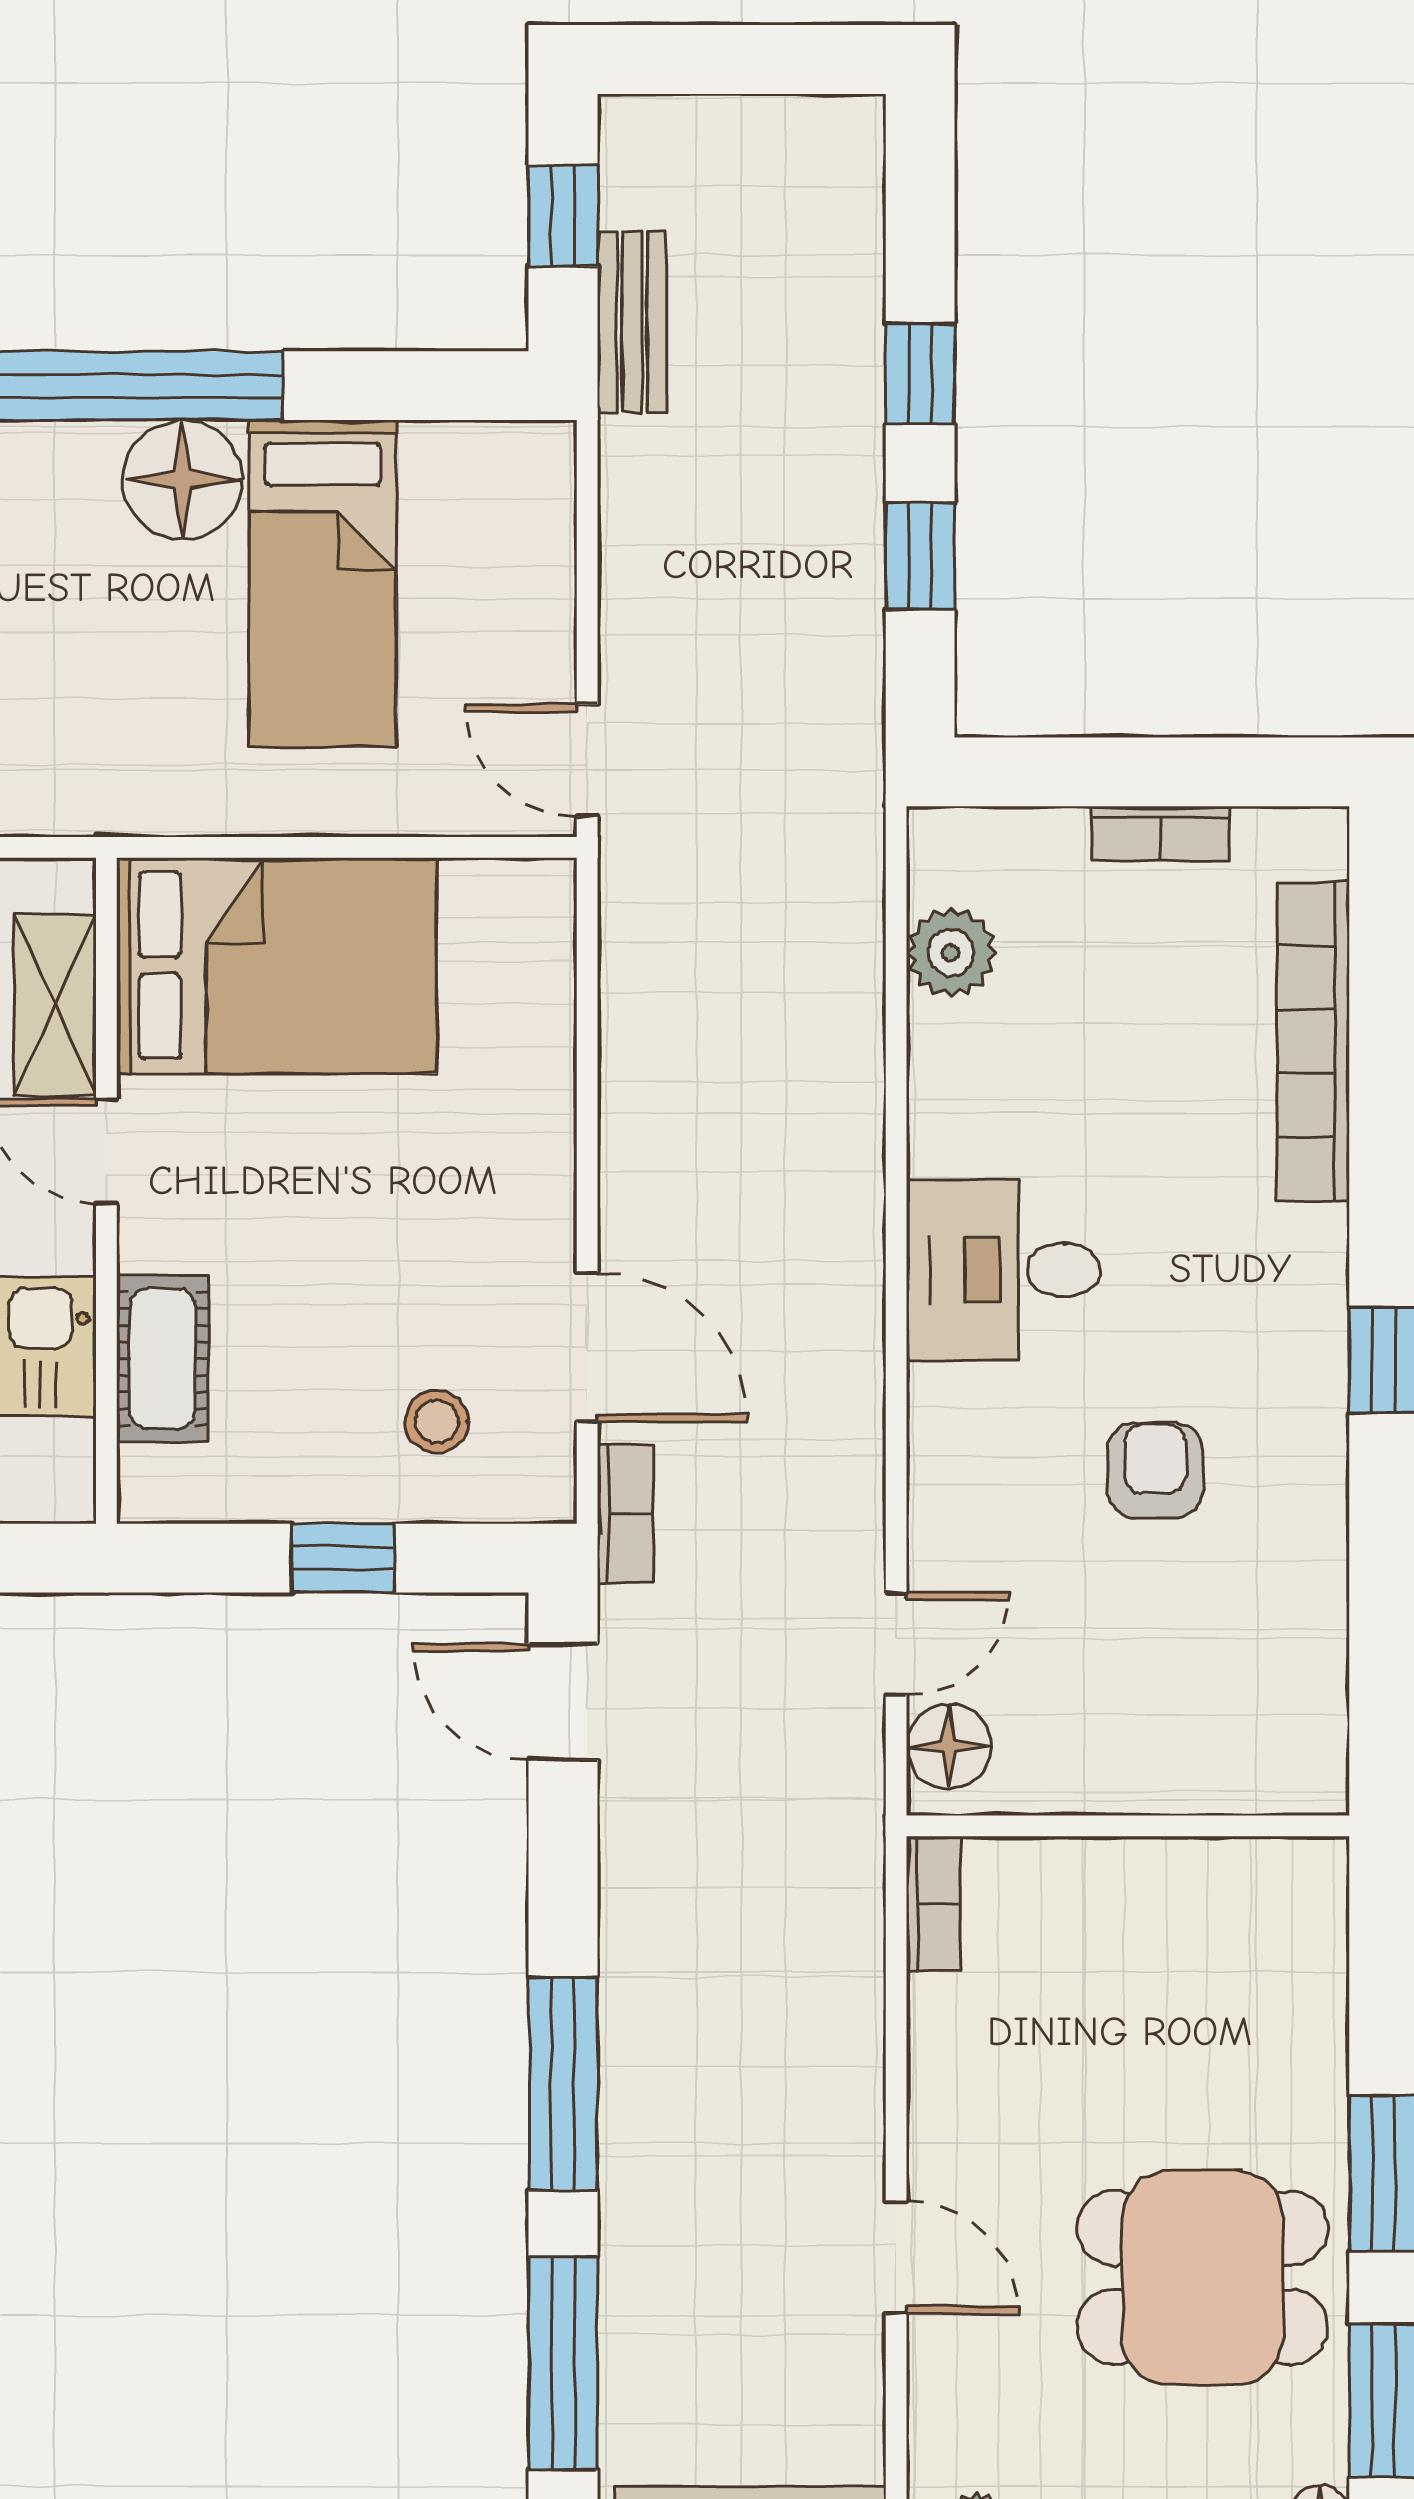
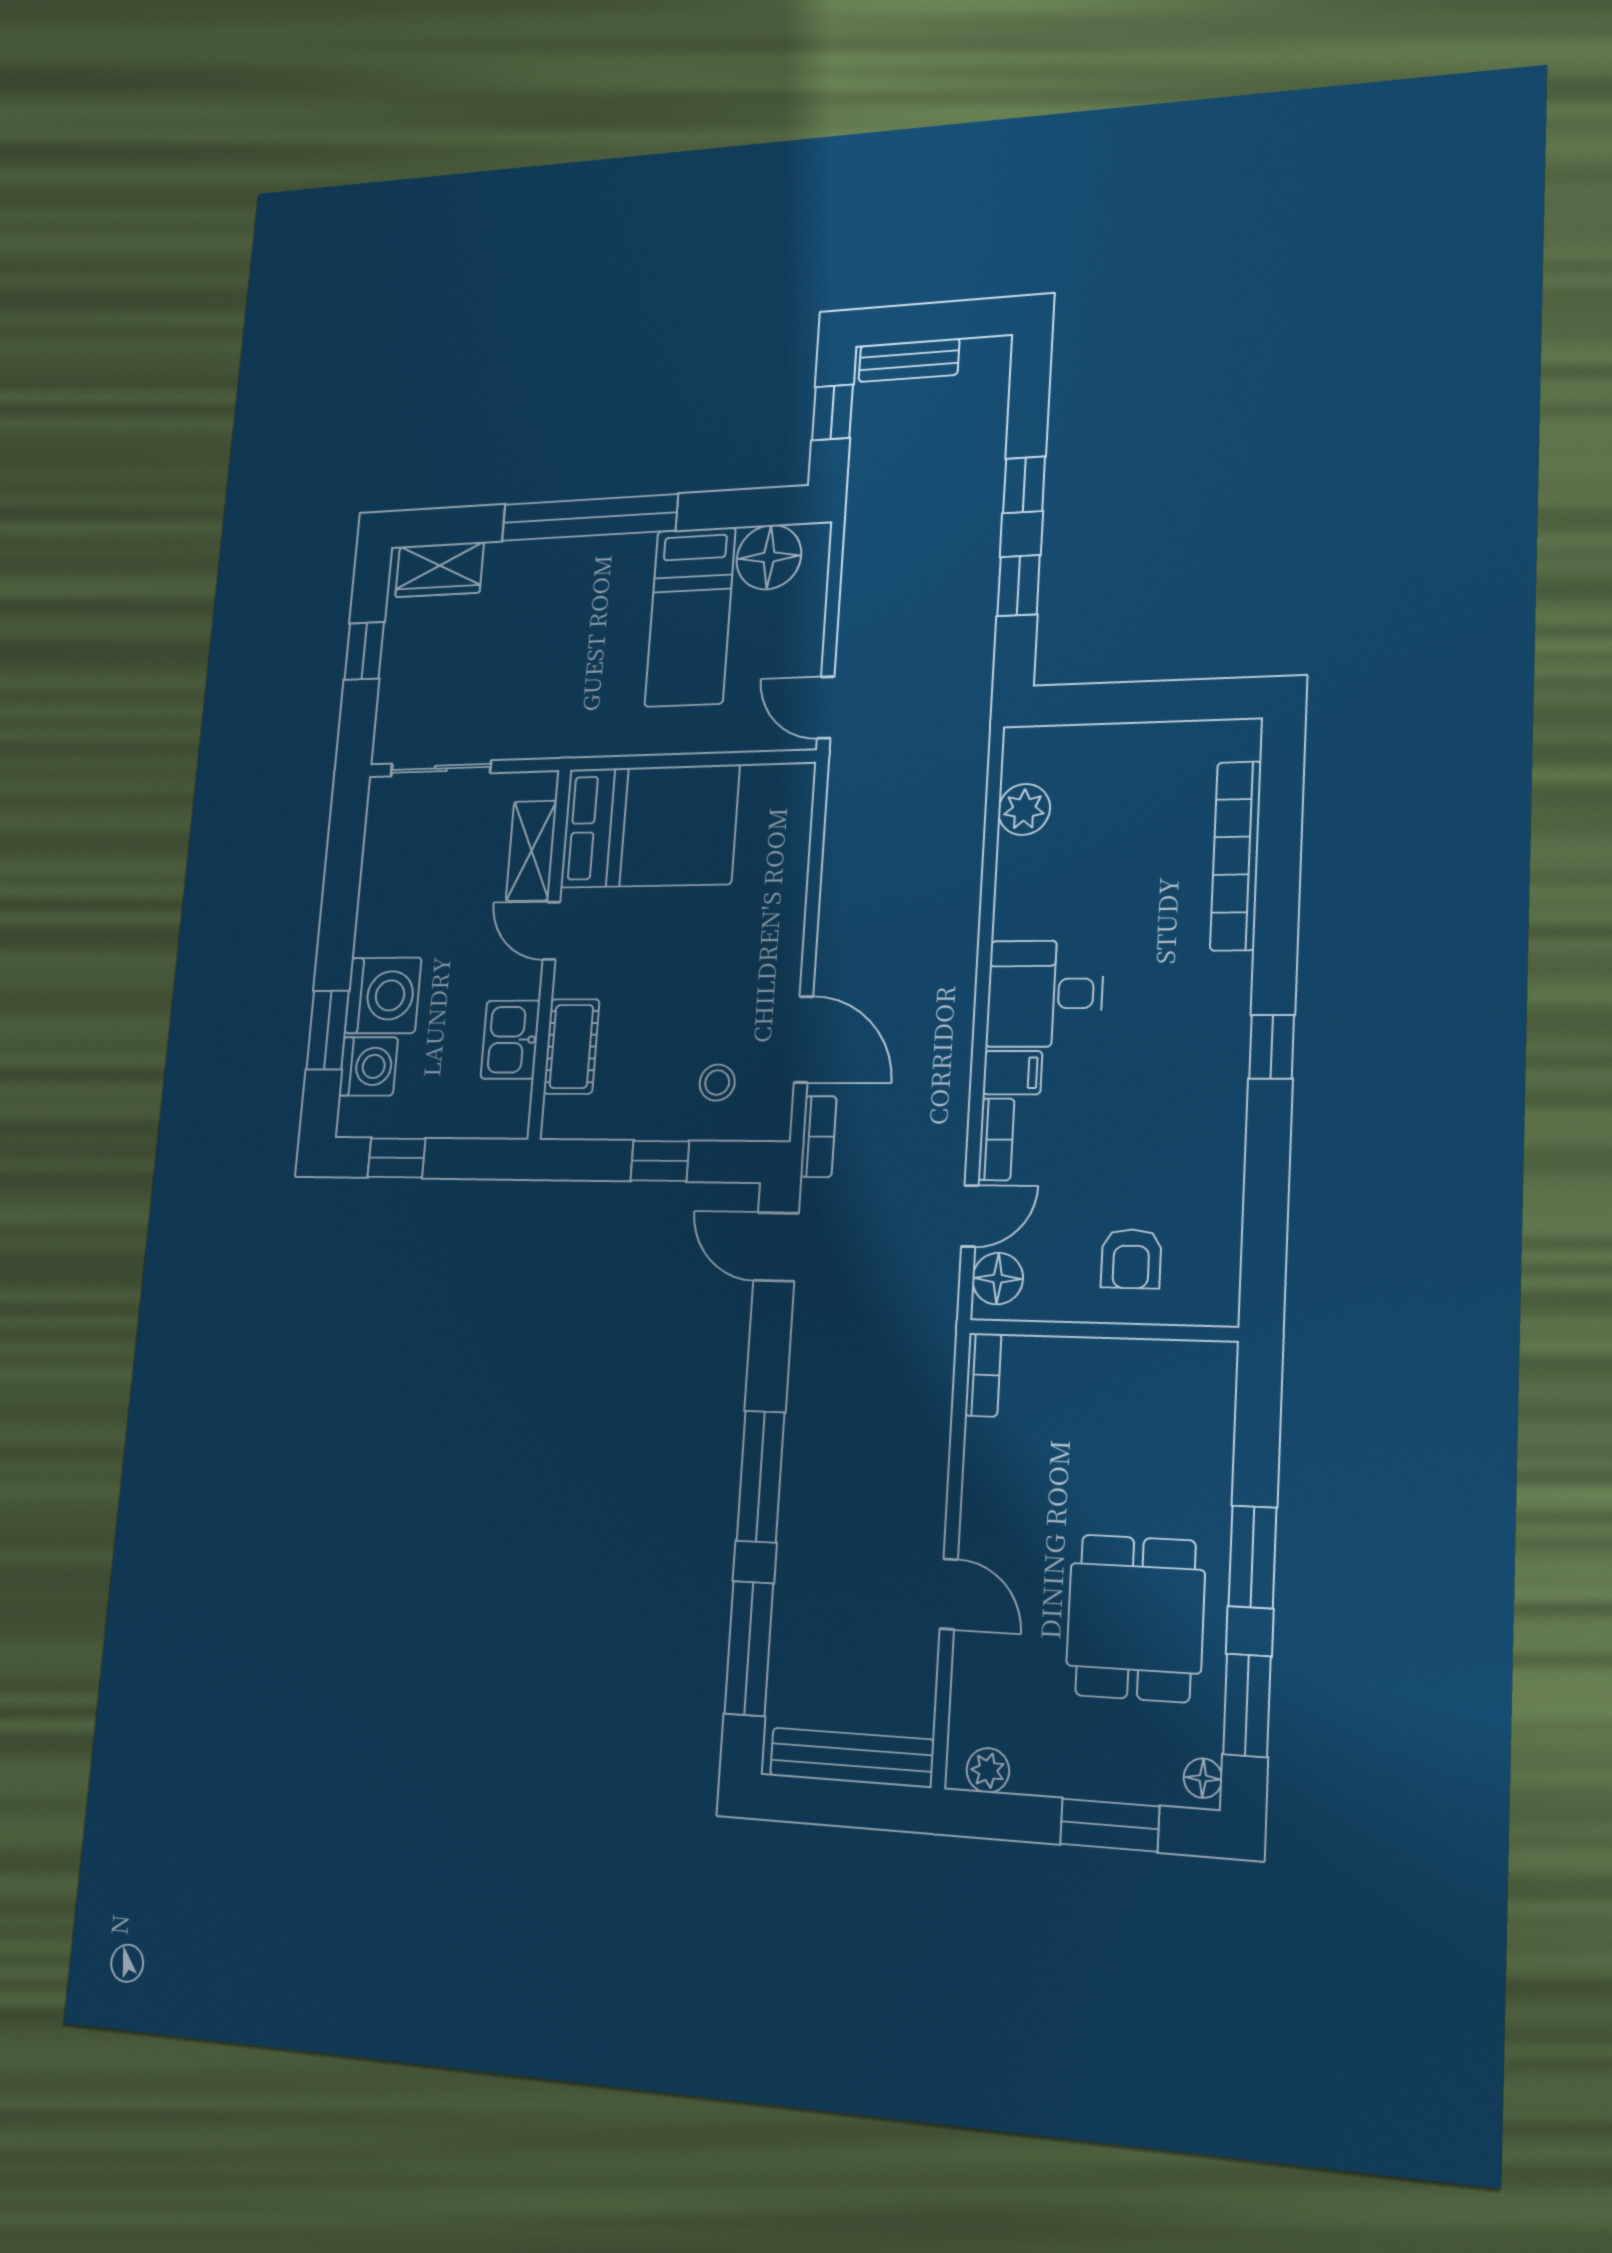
bench: (632, 322) -> (909, 360), moved, turned 90
floor lamp: (182, 480) -> (769, 557), moved
bookcase: (1161, 834) -> (996, 1139), moved, turned -90
filing cabinet: (955, 1404) -> (1012, 1073), added
armchair: (1155, 1470) -> (1131, 1259), moved, turned 180
dining table: (1202, 2277) -> (1135, 1618), turned 90

